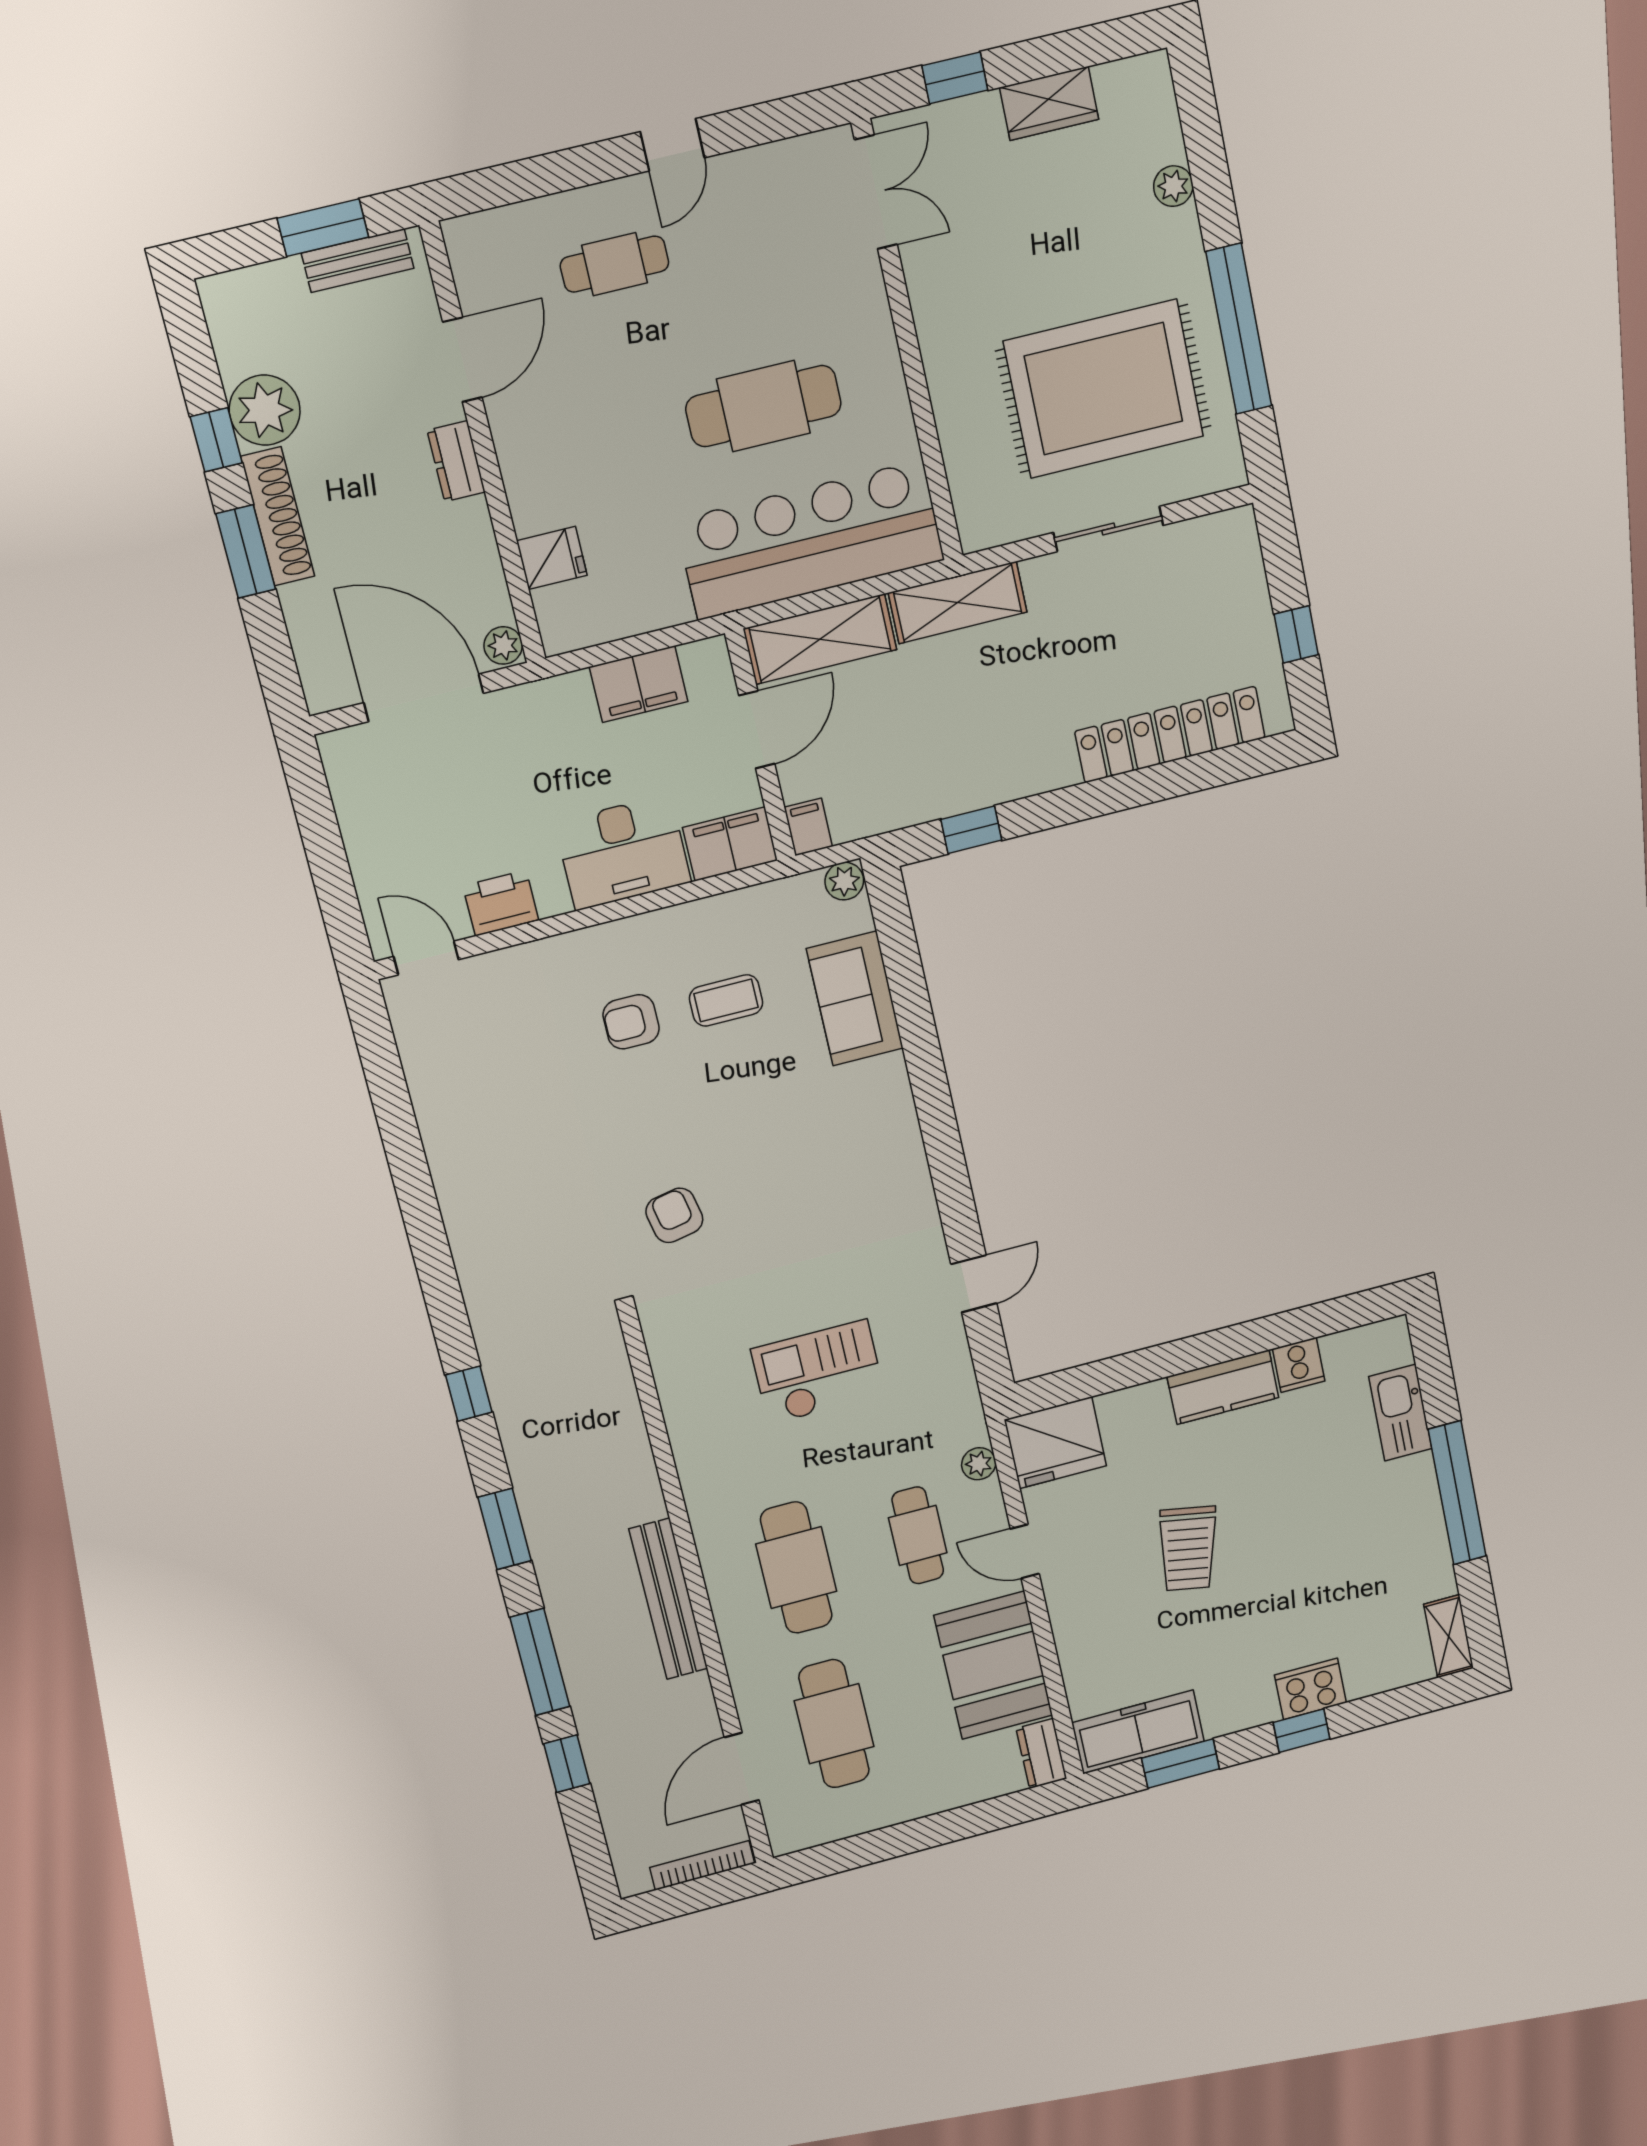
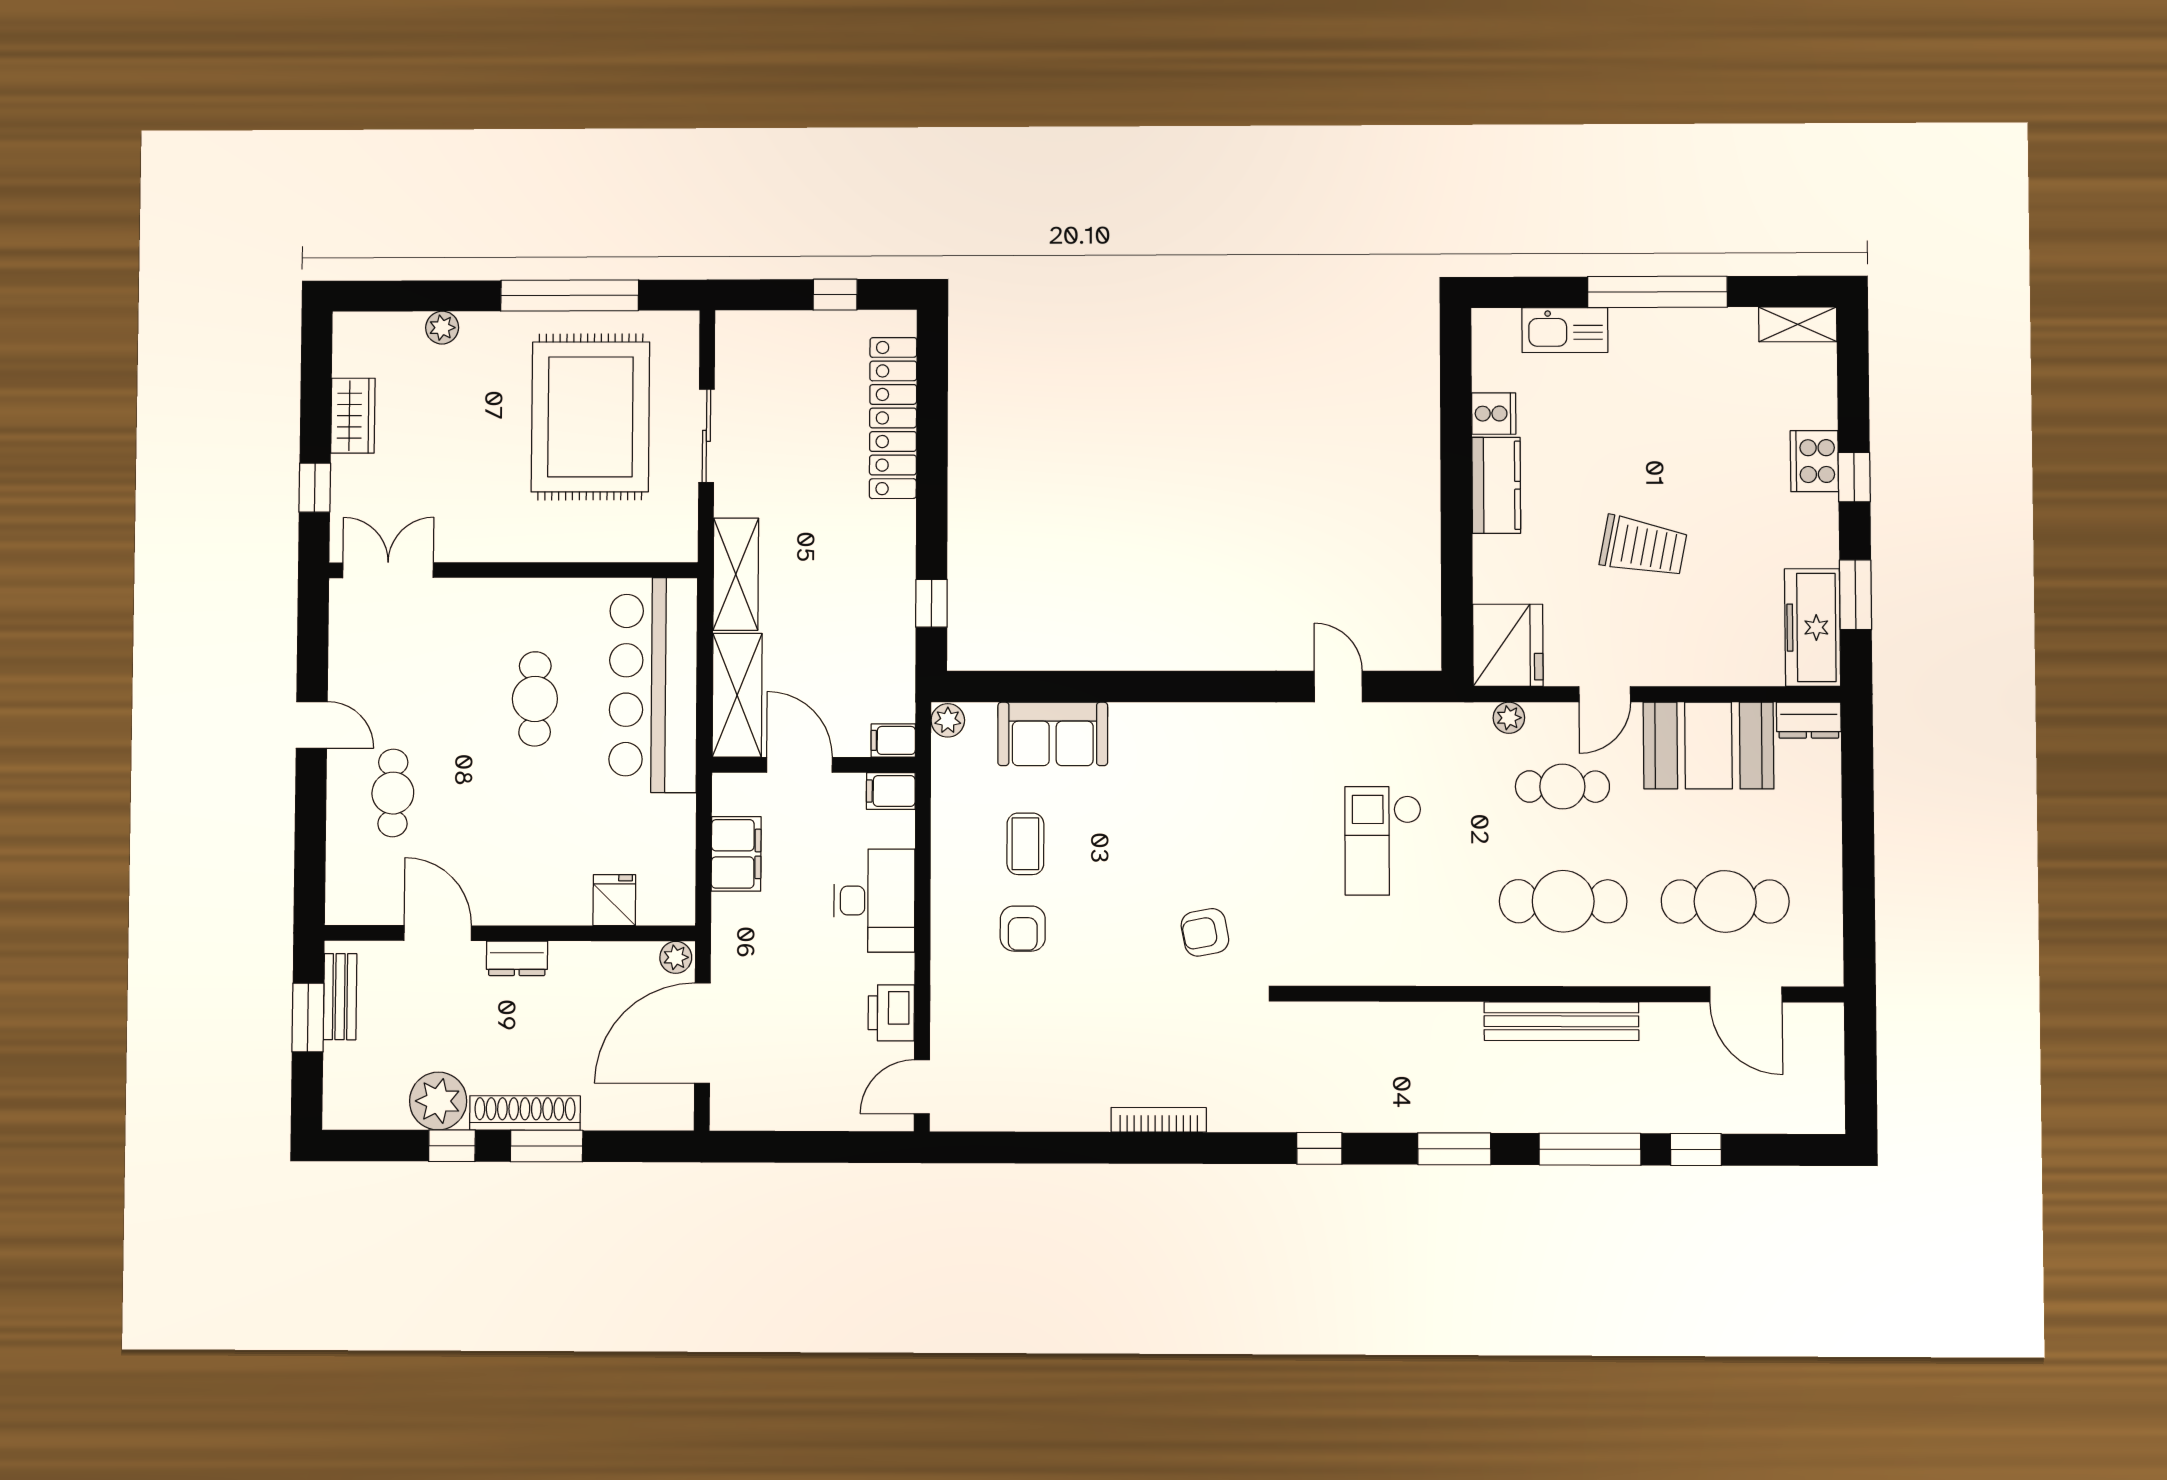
cafe table: (763, 406) -> (535, 699), width x0.73, depth x0.74
filing cabinet: (730, 844) -> (891, 791), width x0.50
bookcase: (702, 1865) -> (1159, 1120), moved, turned 90

